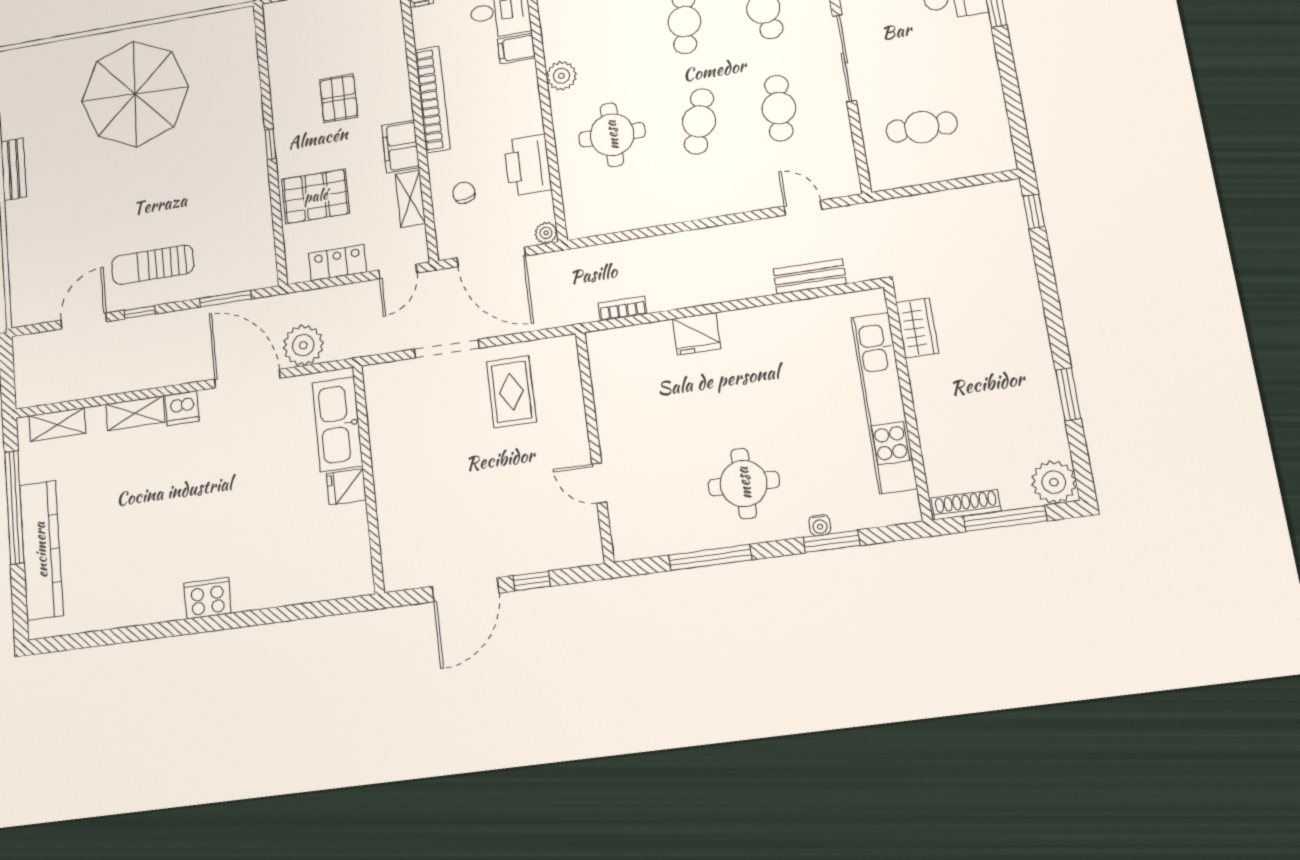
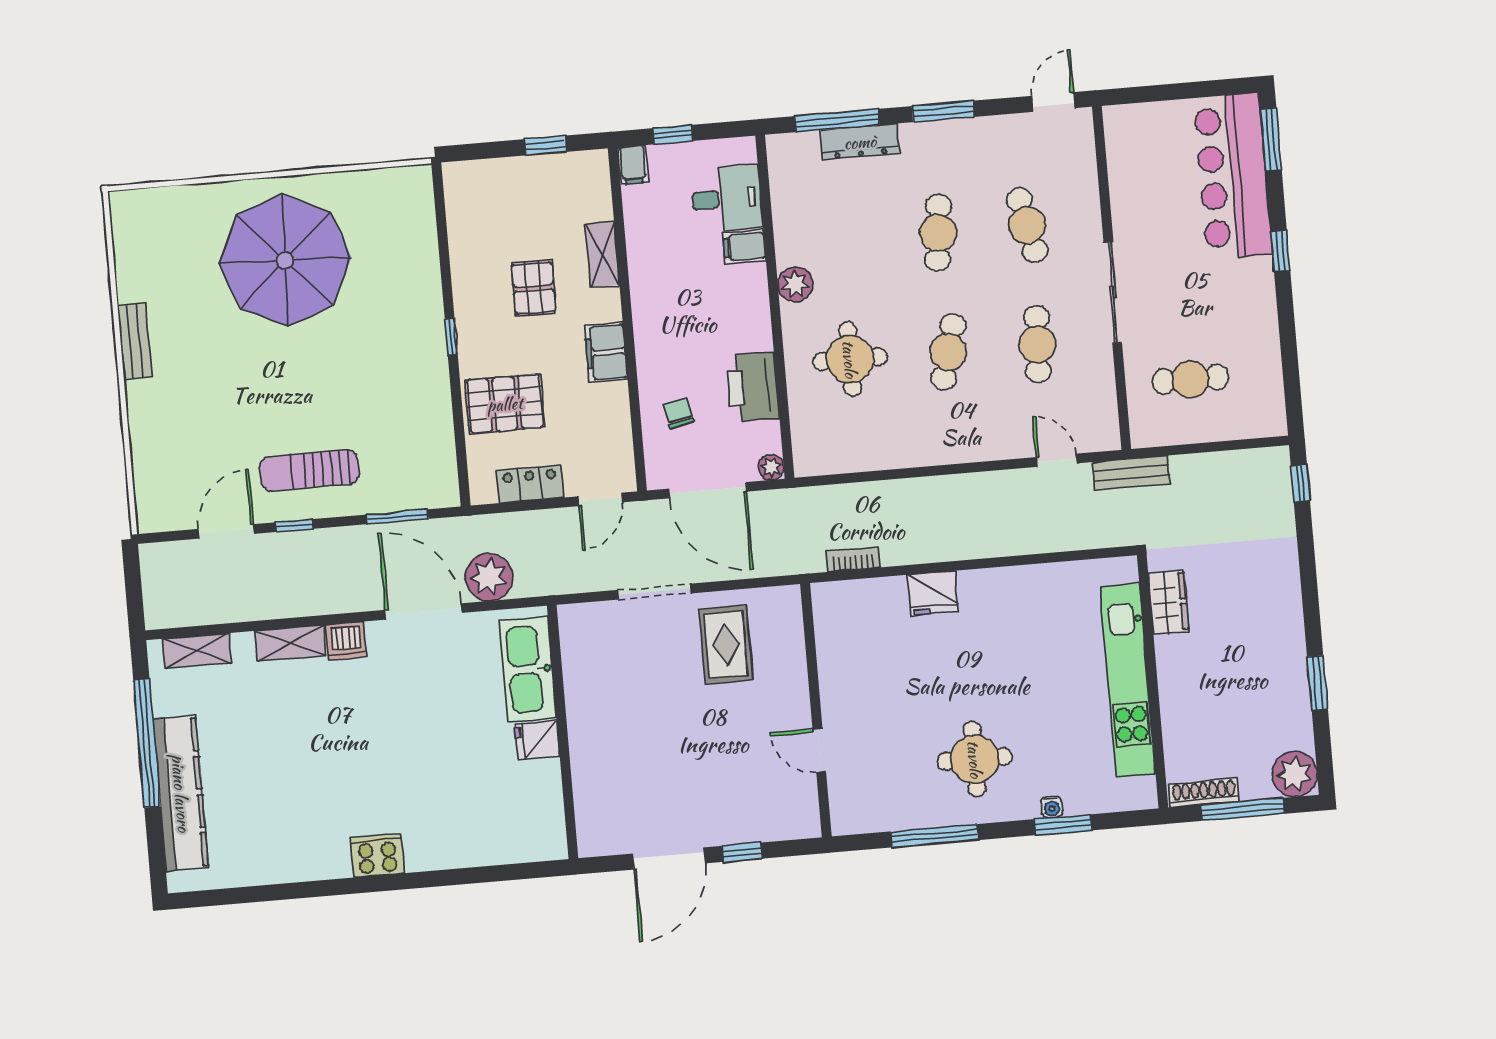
bookcase: (433, 99) -> (645, 299), removed
shelving: (410, 199) -> (602, 254), moved
bench: (810, 276) -> (1131, 473), moved

